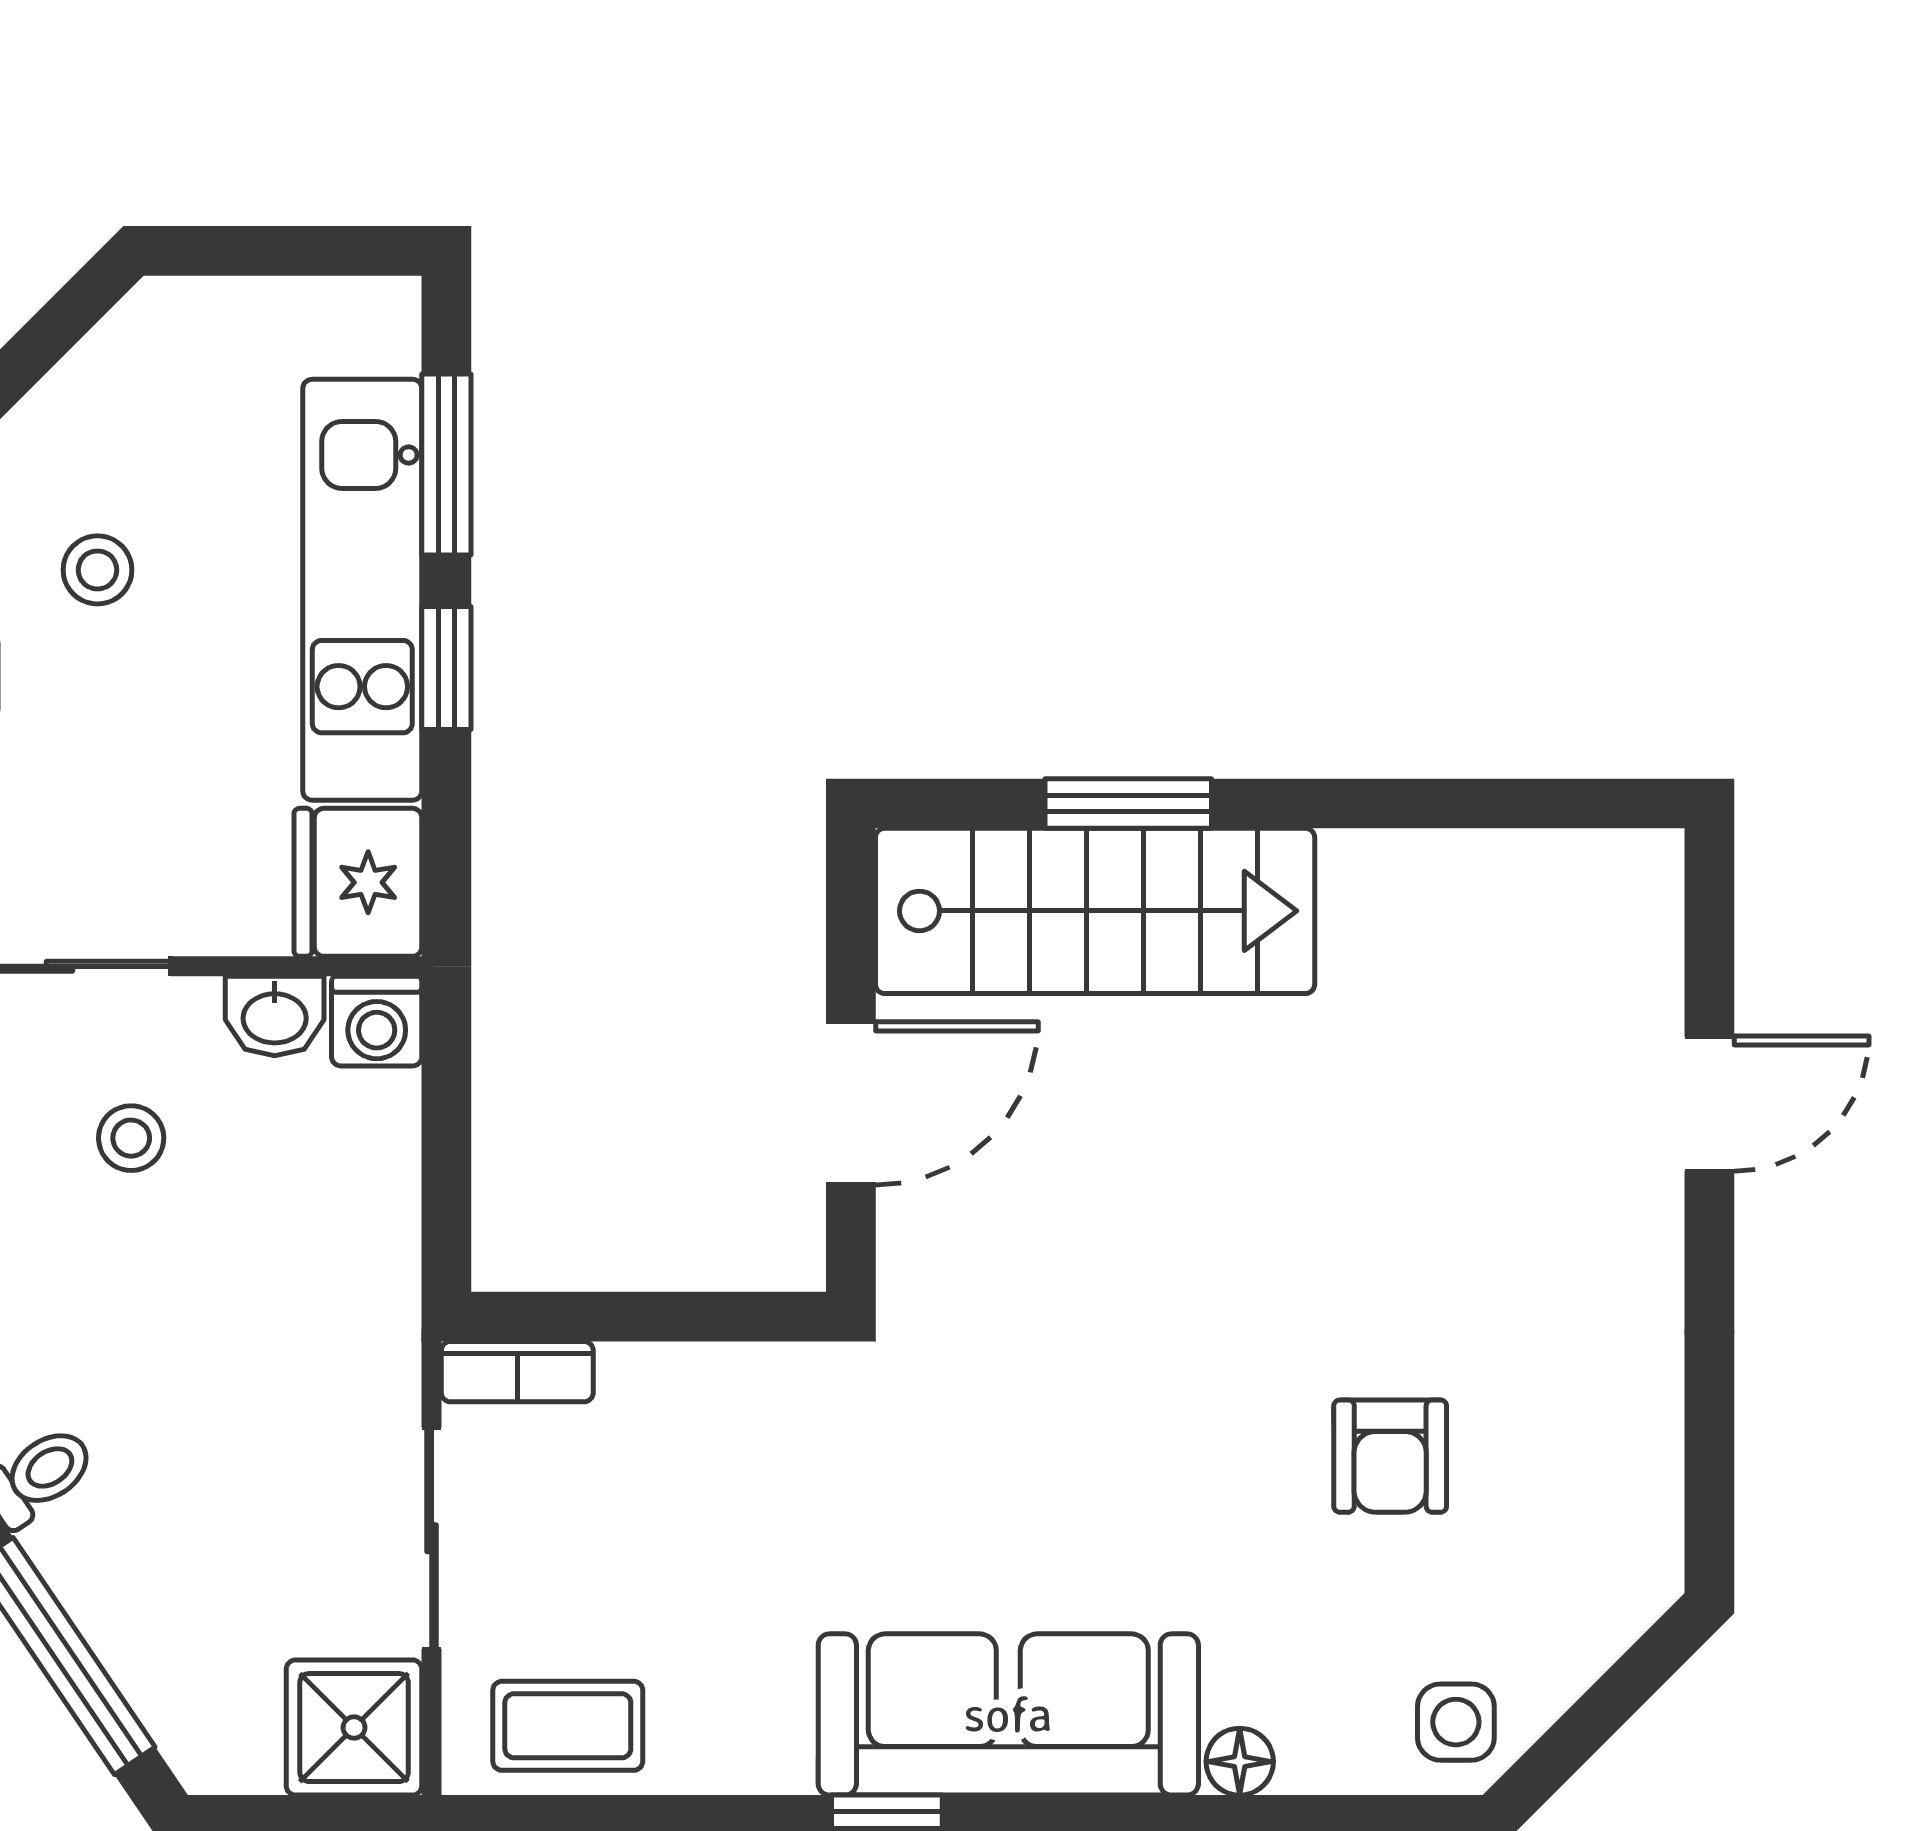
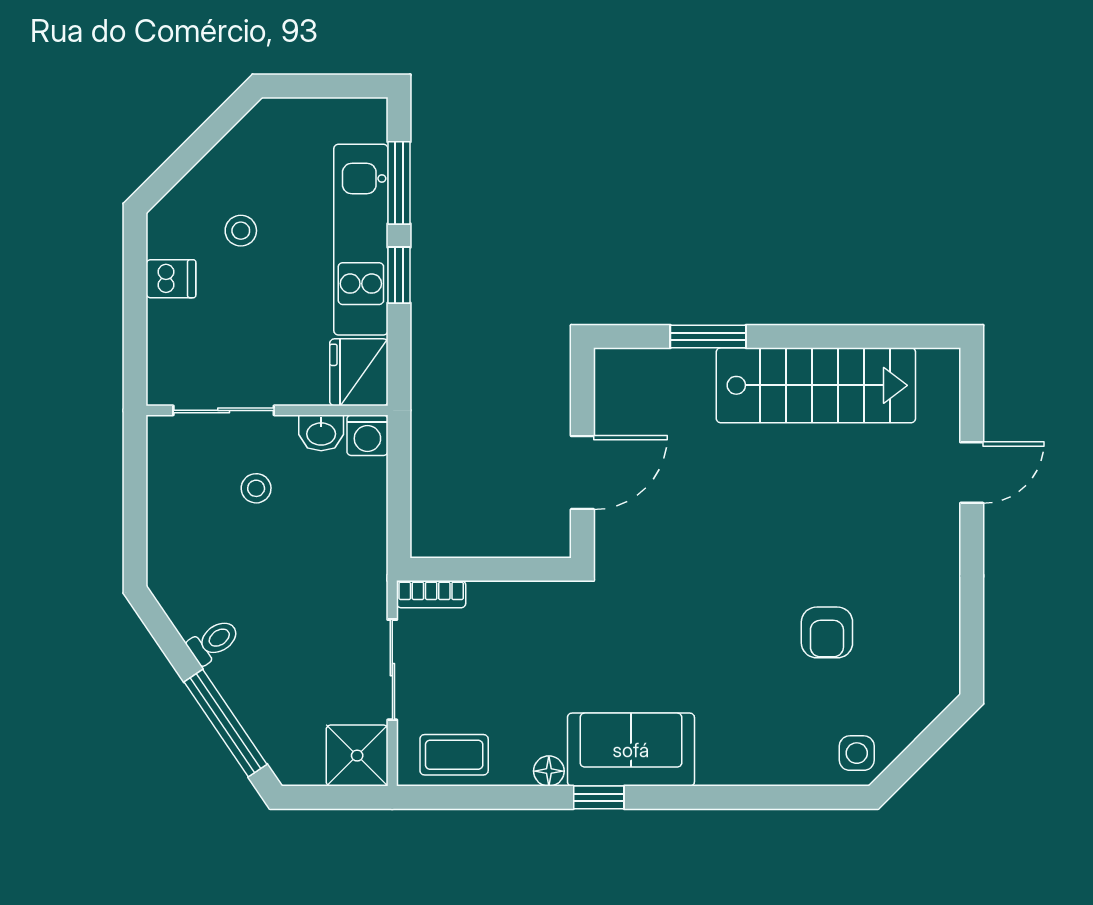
stairs: (1095, 911) -> (816, 385), moved
sofa: (1008, 1714) -> (631, 750), width x0.73
floor lamp: (1240, 1762) -> (549, 771), moved

